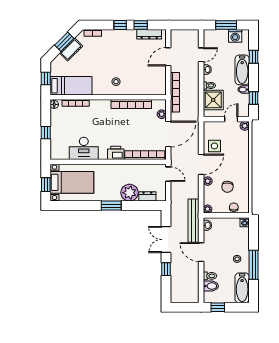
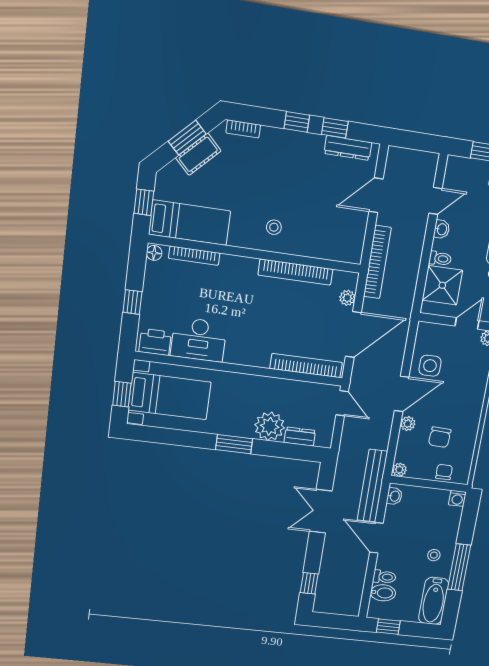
printer: (116, 153) -> (155, 342), moved
window: (166, 269) -> (309, 583), moved

